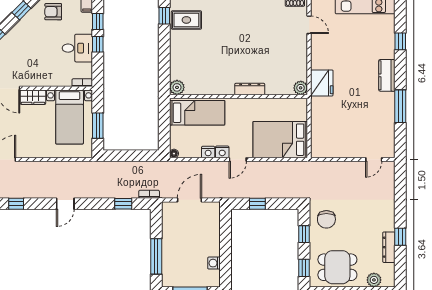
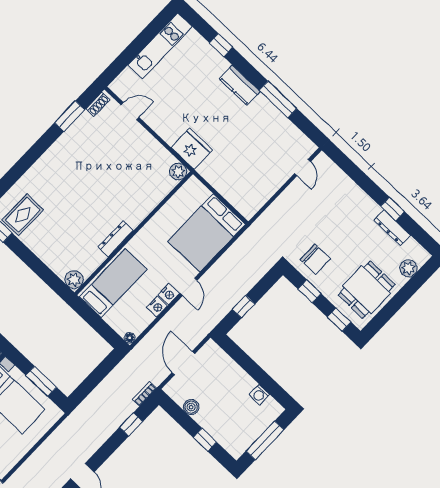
dresser: (250, 89) -> (116, 239), moved
boiler: (168, 230) -> (191, 407), added
window: (156, 256) -> (205, 440), width x0.46

